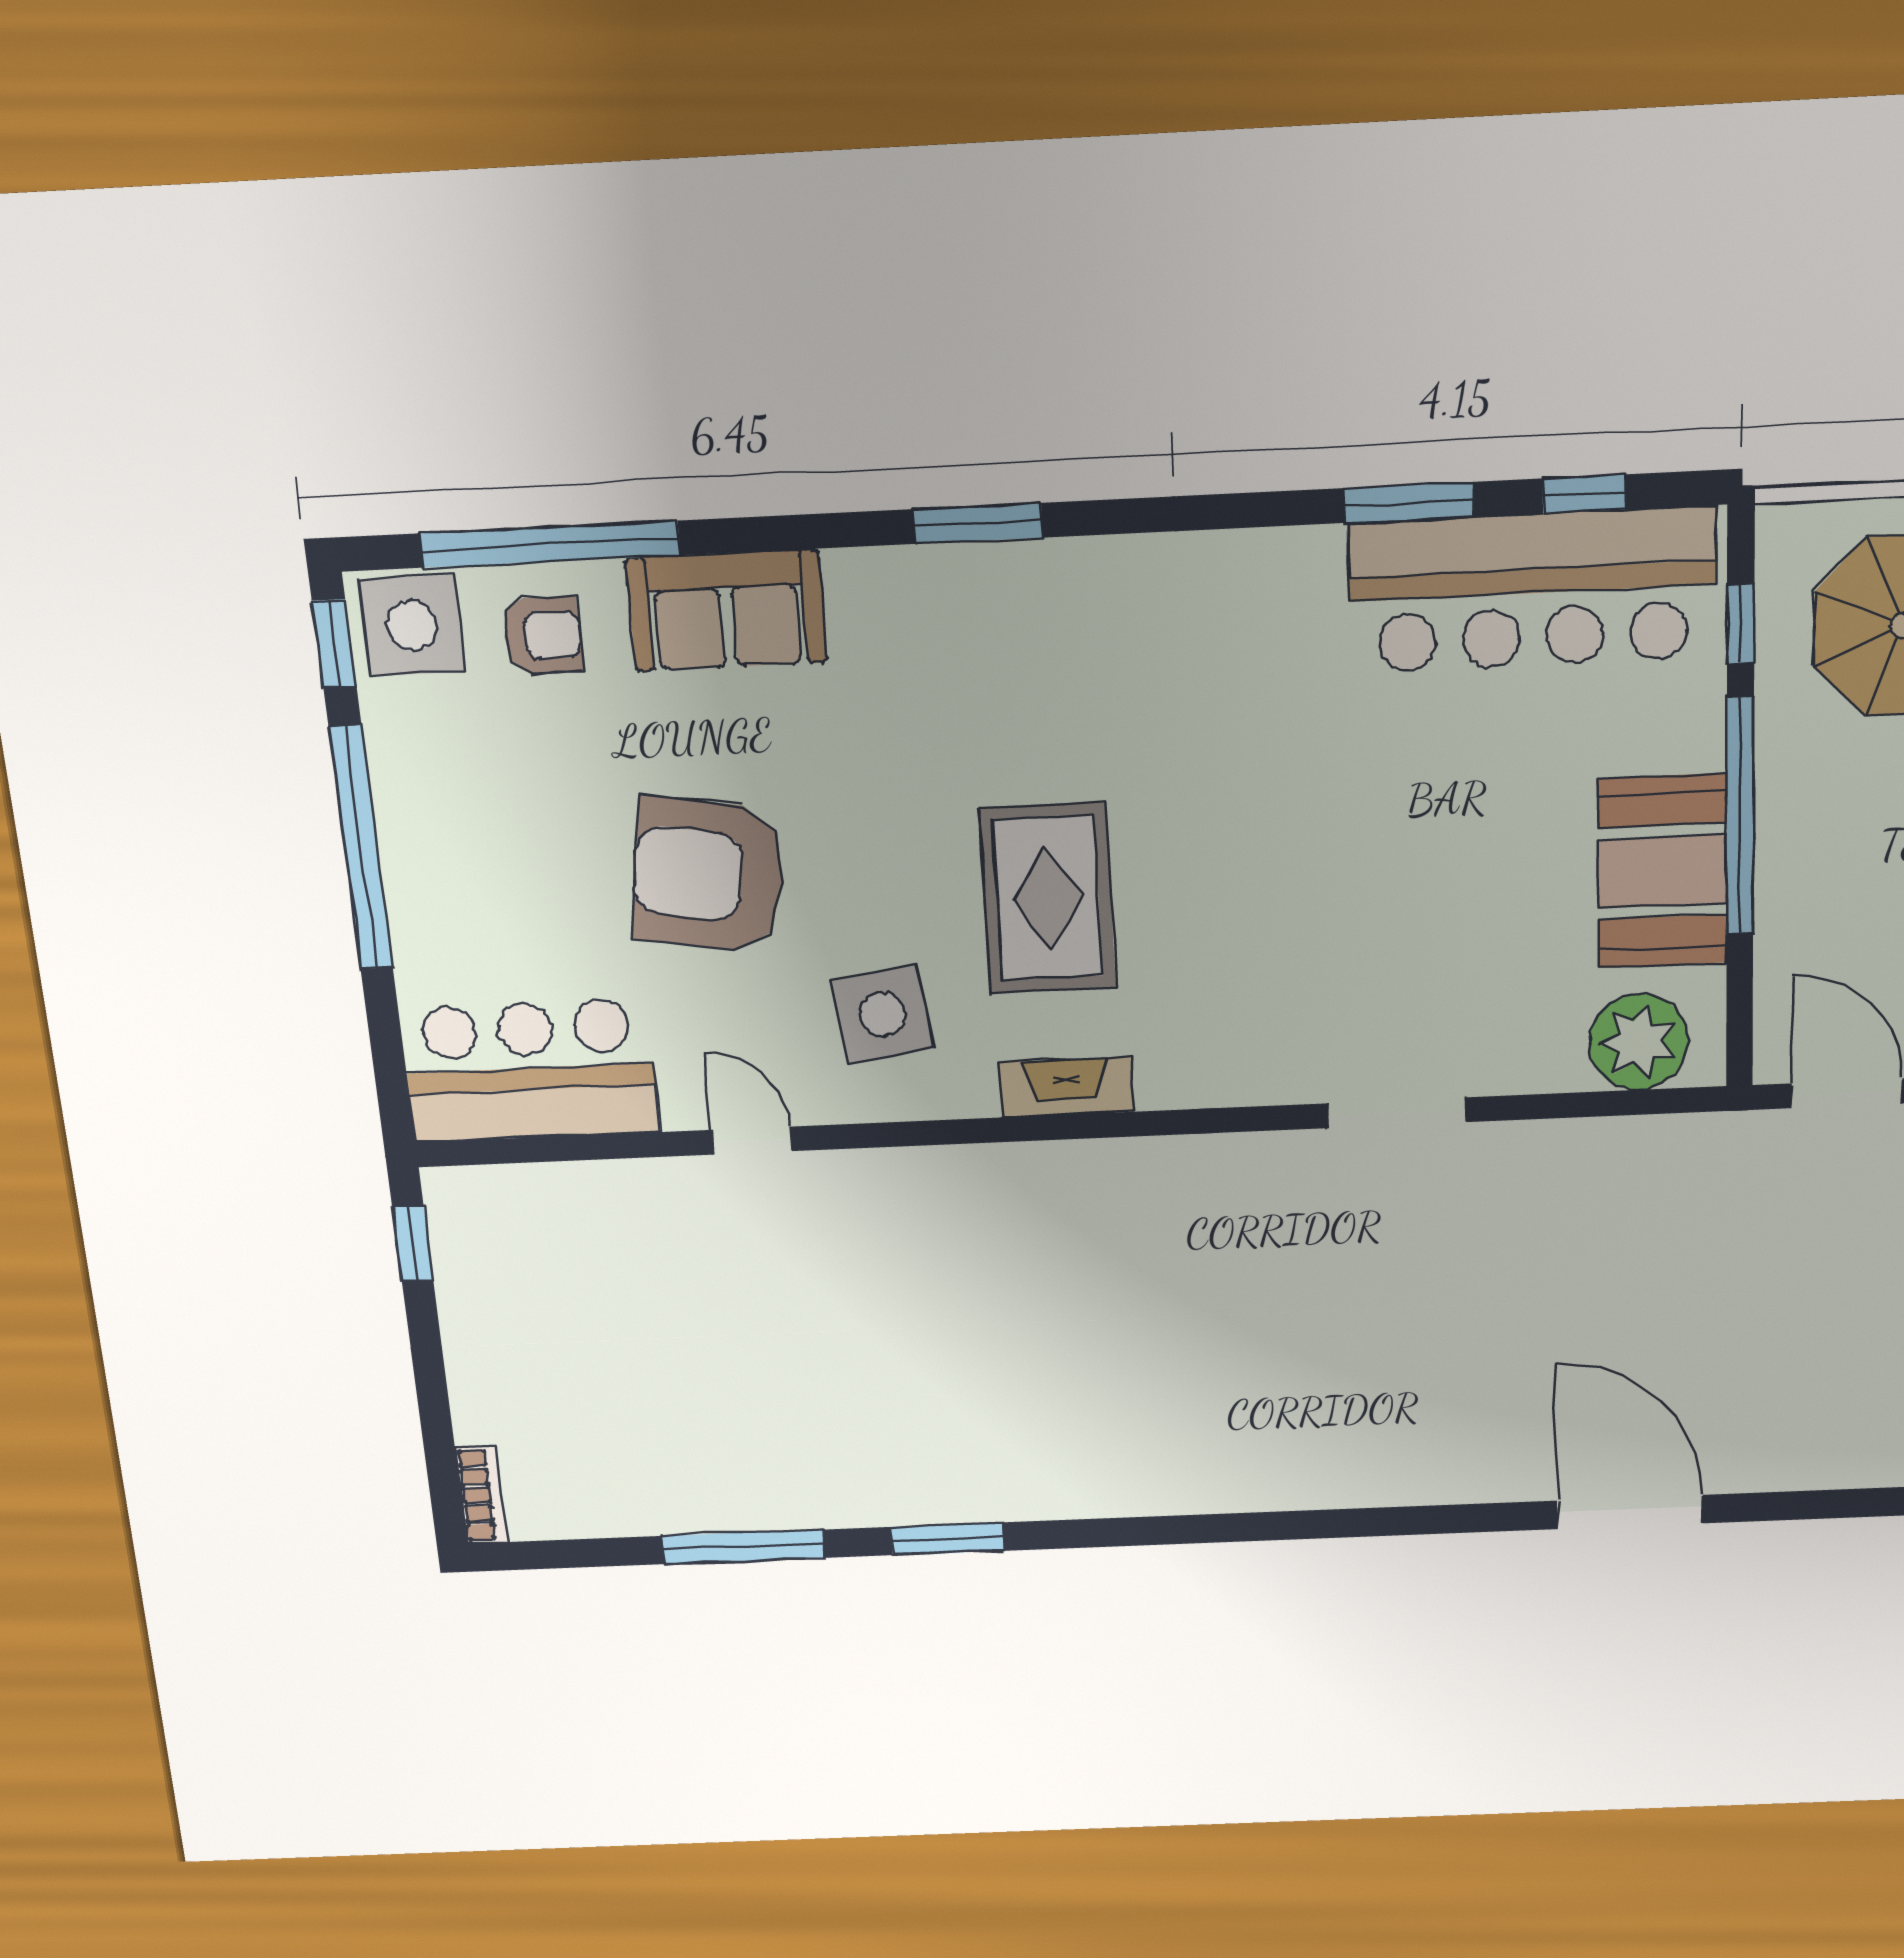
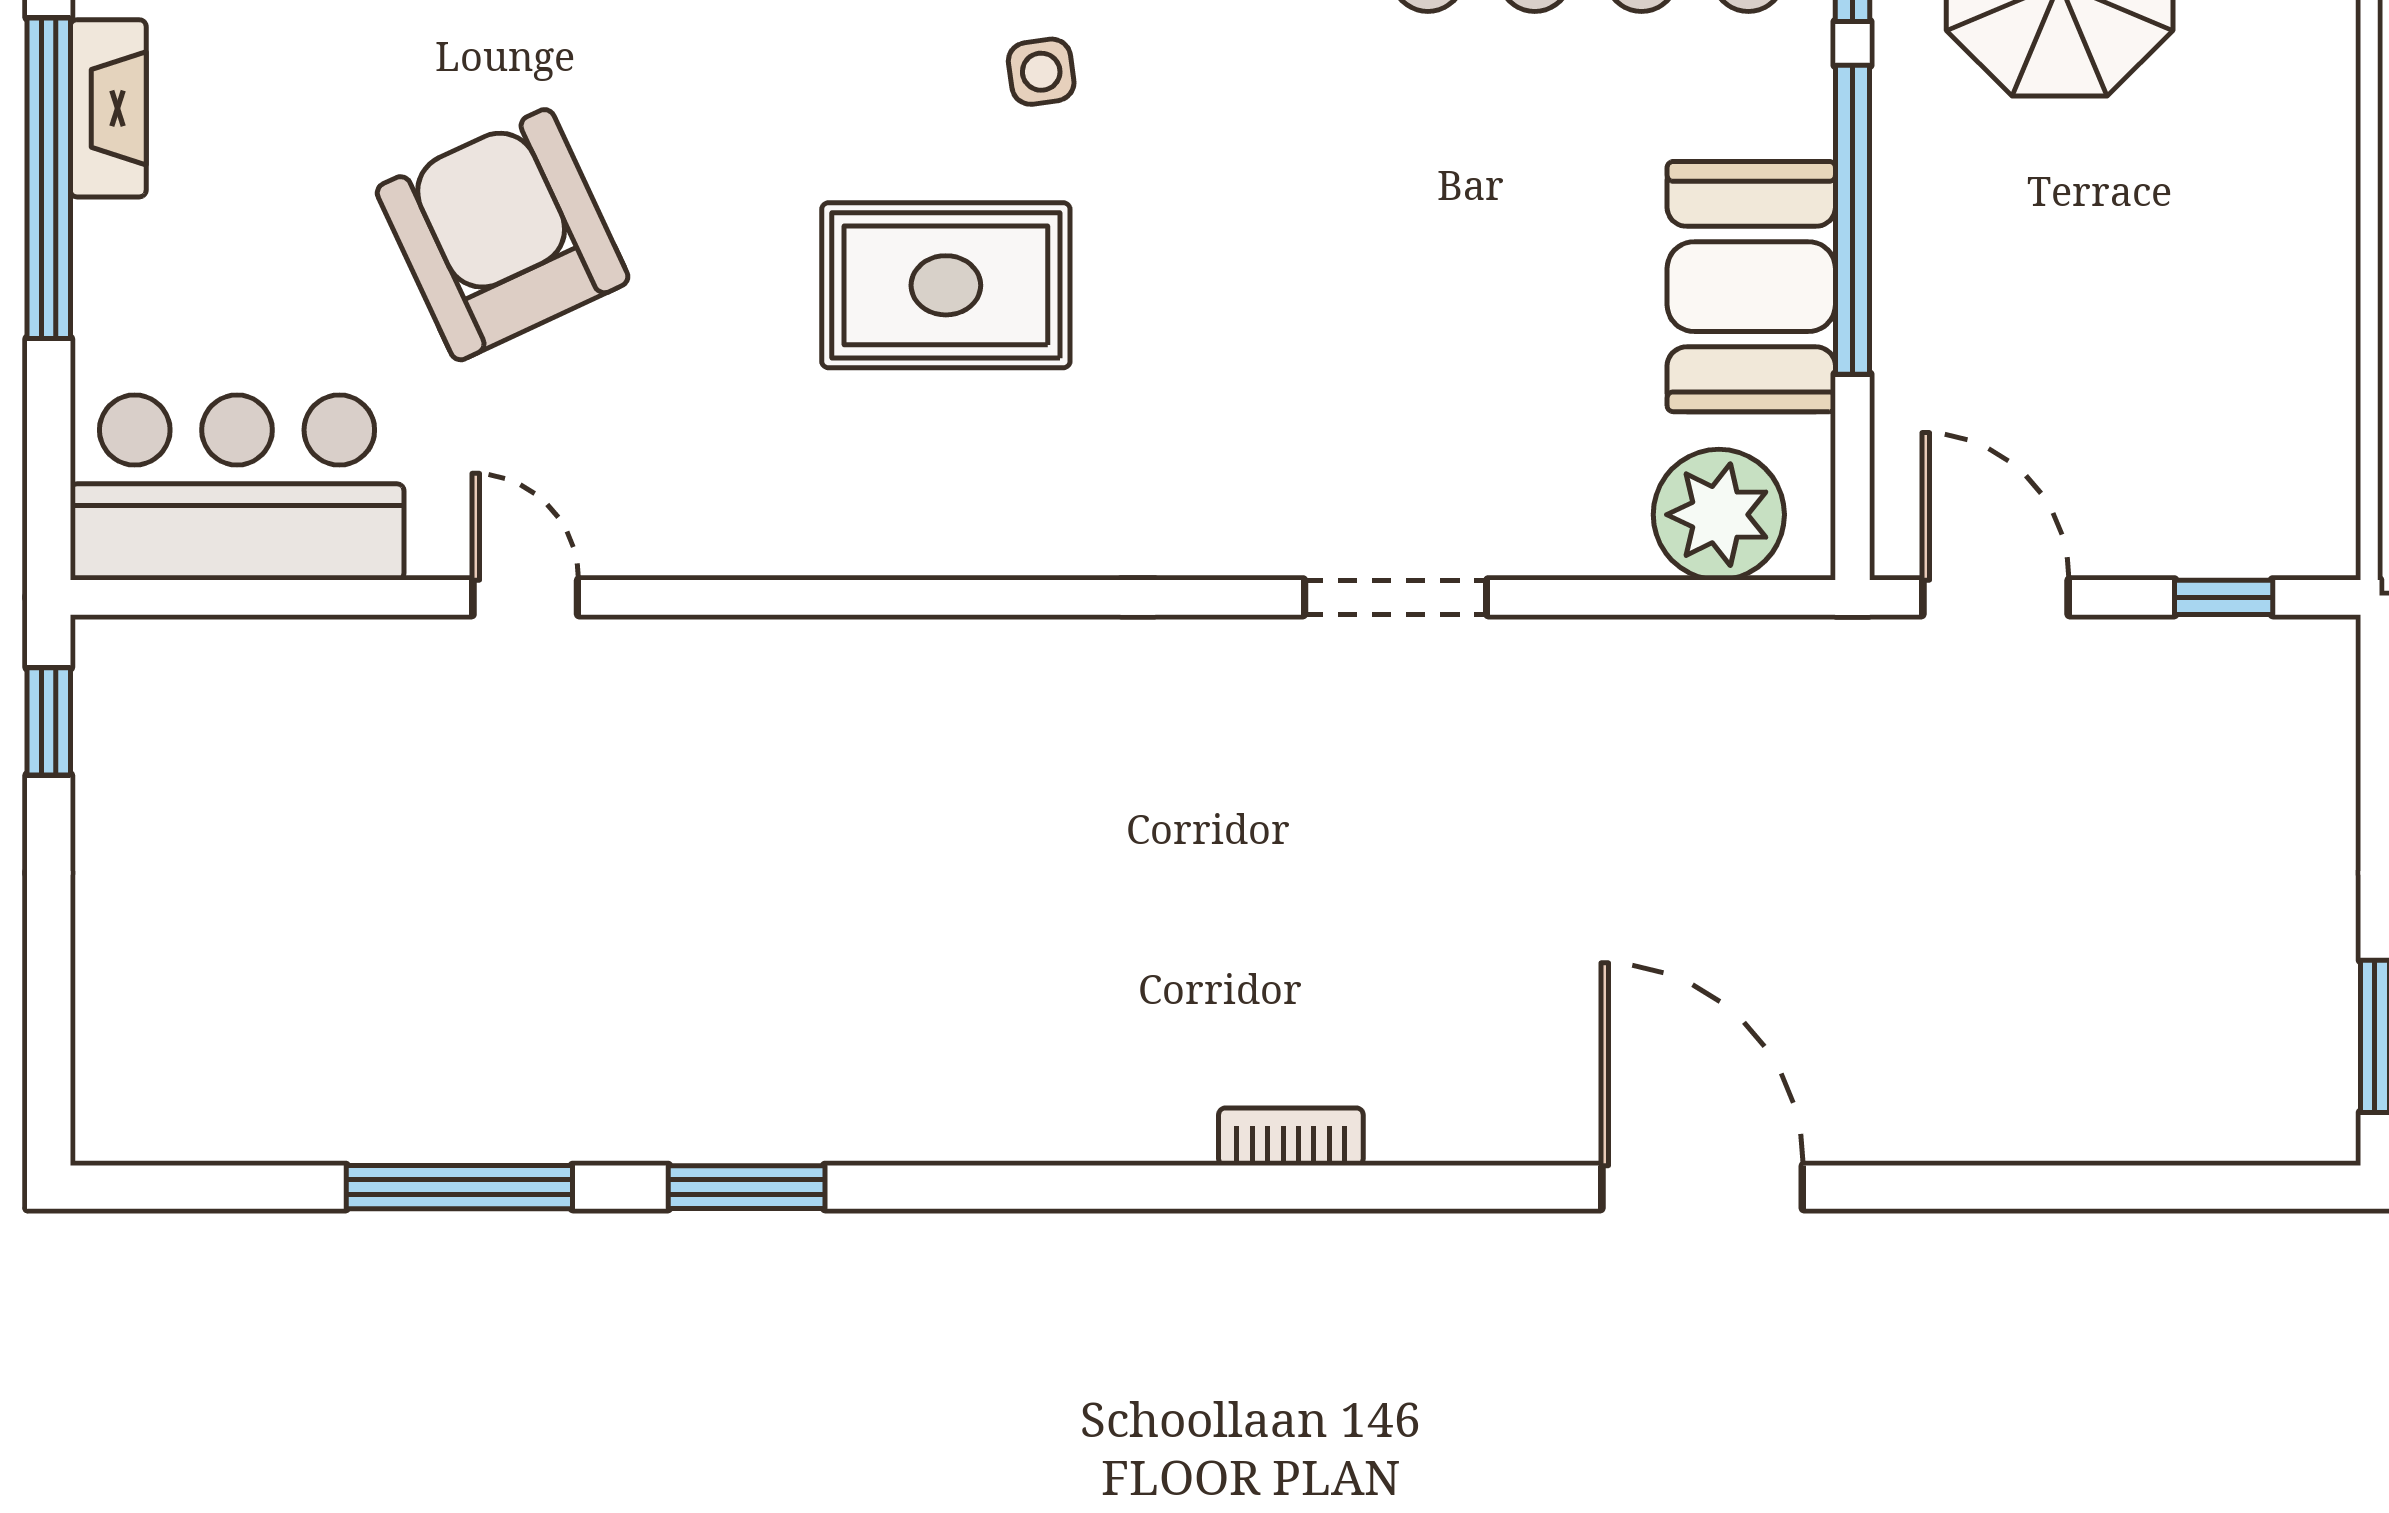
armchair: (709, 875) -> (503, 235), turned 56
rug: (1048, 898) -> (946, 285), turned 90
side table: (882, 1014) -> (1041, 72), moved, width x0.54, depth x0.54
fireplace: (1066, 1087) -> (108, 108), moved, turned 90
bookcase: (481, 1495) -> (1291, 1137), moved, turned -90

